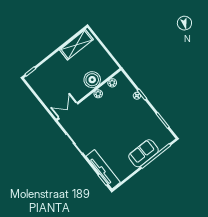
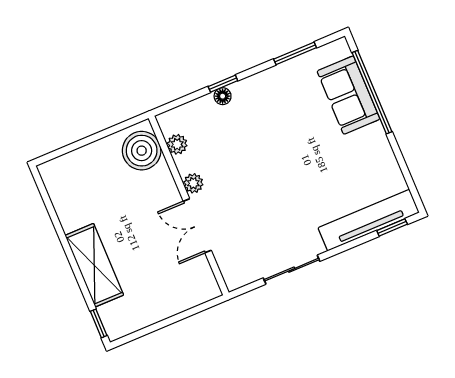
shelving: (76, 45) -> (94, 265), moved
boiler: (92, 80) -> (142, 151), moved
double door: (68, 111) -> (197, 226), moved
sofa: (144, 153) -> (348, 95), moved

